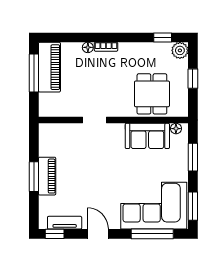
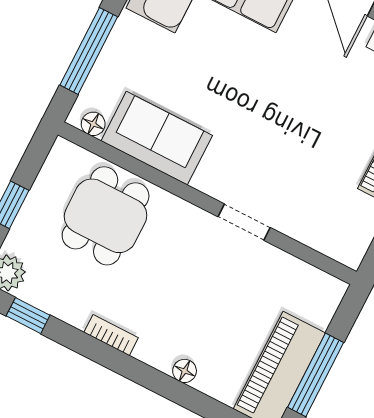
bookcase: (106, 47) -> (111, 335), moved
window: (193, 157) -> (89, 51), width x1.44

